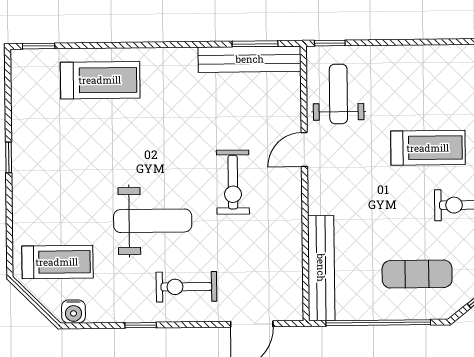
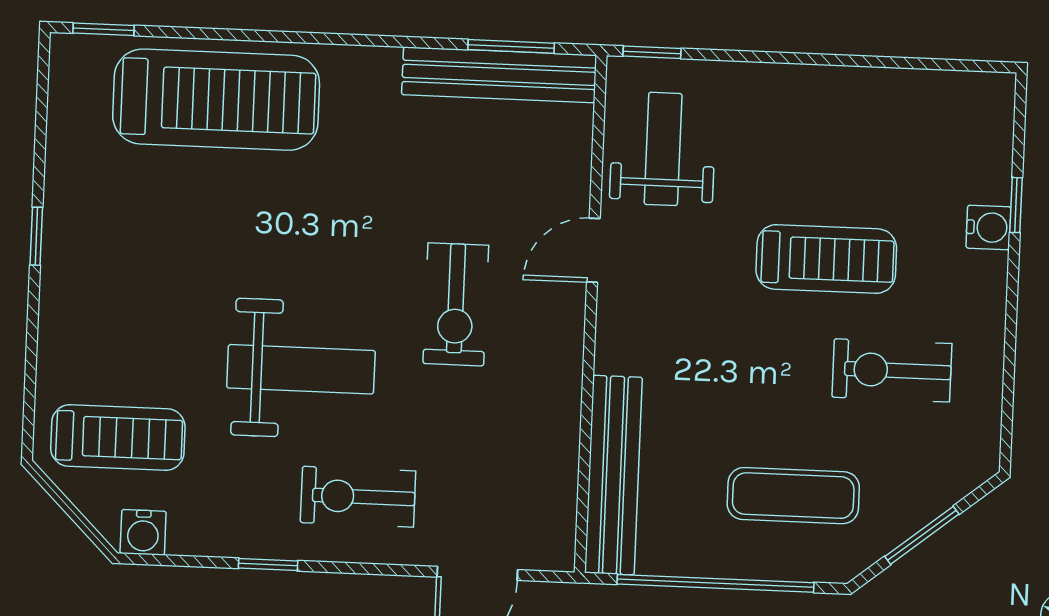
treadmill: (100, 80) -> (216, 100), width x1.37, depth x1.38

